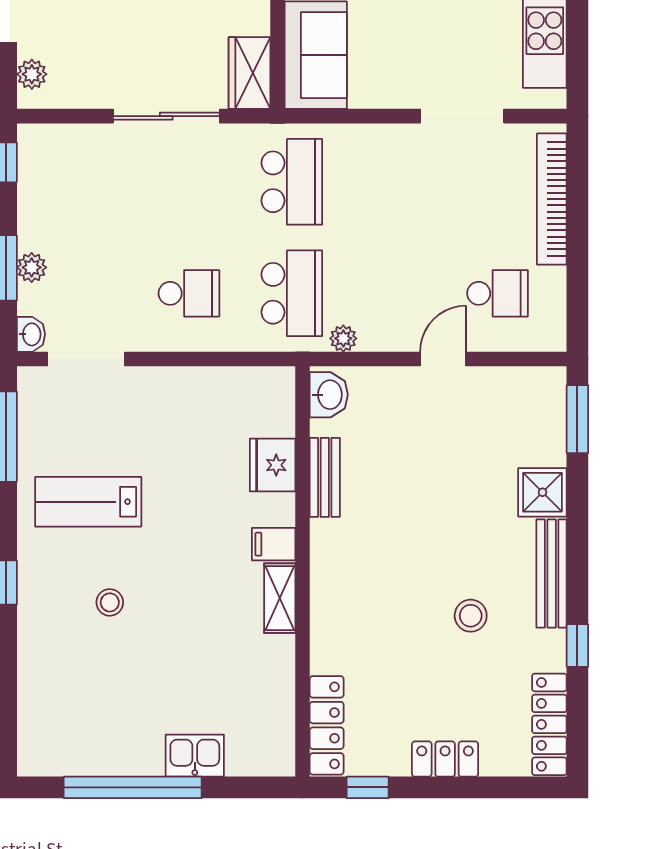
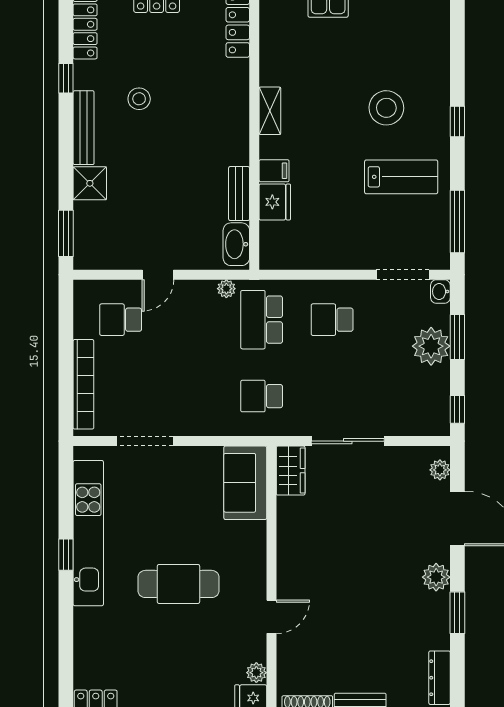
school desk: (292, 182) -> (262, 396), width x0.54
plant: (32, 267) -> (431, 346), width x1.88, depth x1.88
washbasin: (329, 395) -> (236, 244), width x1.38
filing cabinet: (274, 544) -> (274, 171), moved
stool: (110, 602) -> (386, 108), width x1.89, depth x1.89

